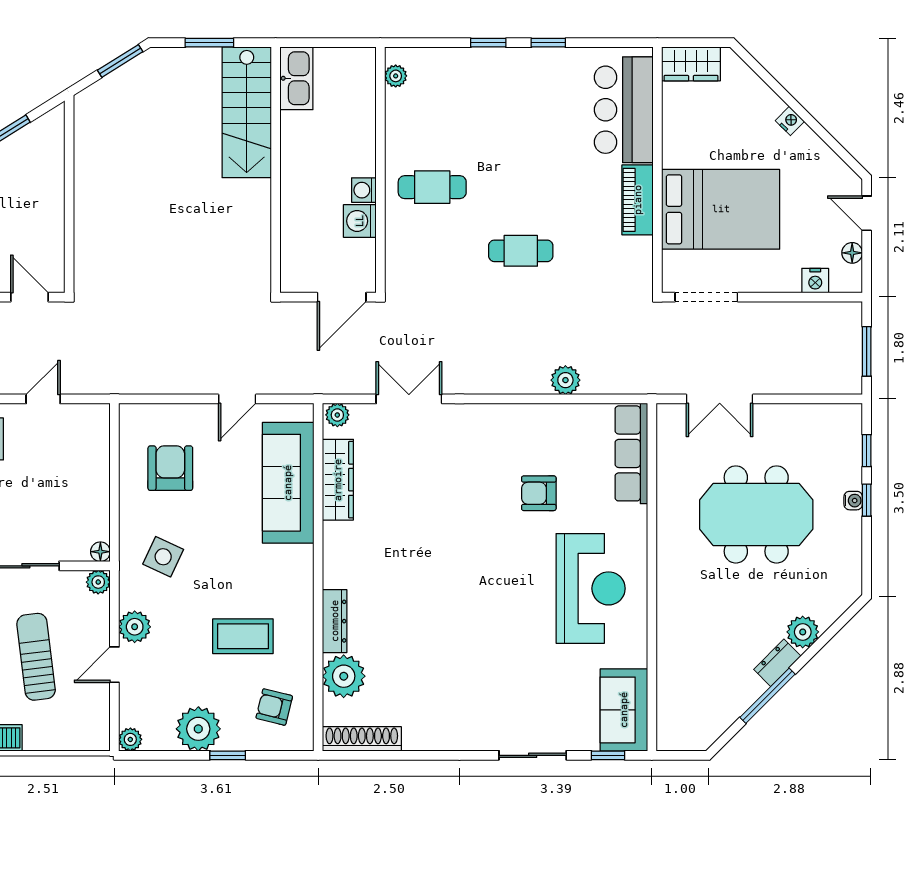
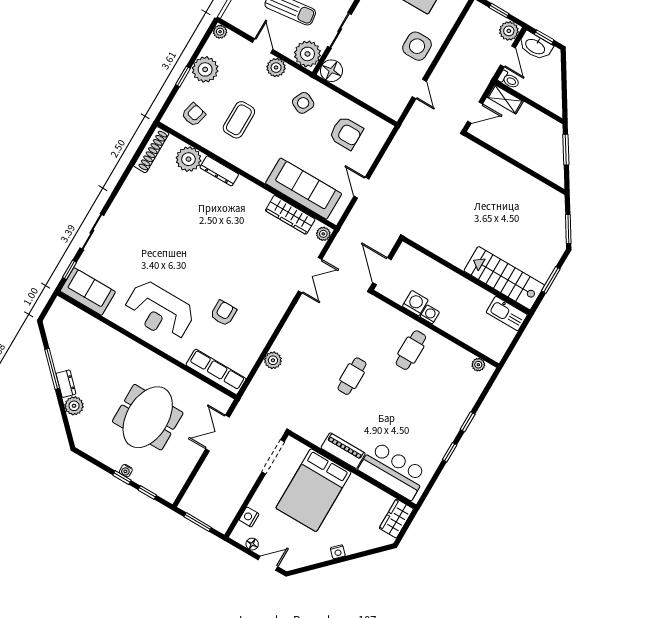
floor lamp: (100, 552) -> (331, 71), width x1.89, depth x1.89
plant: (98, 582) -> (307, 54), width x1.87, depth x1.87

